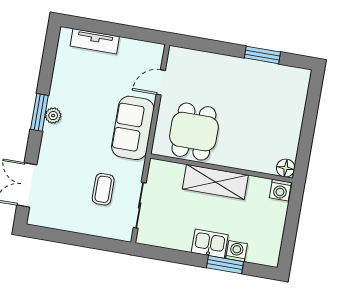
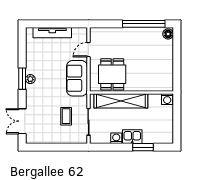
tv unit: (95, 41) -> (52, 33), width x1.41
window: (262, 55) -> (144, 24), width x2.11
floor lamp: (286, 168) -> (168, 34), moved
shelving: (215, 182) -> (121, 101), width x1.47
washing machine: (236, 251) -> (116, 138), moved

